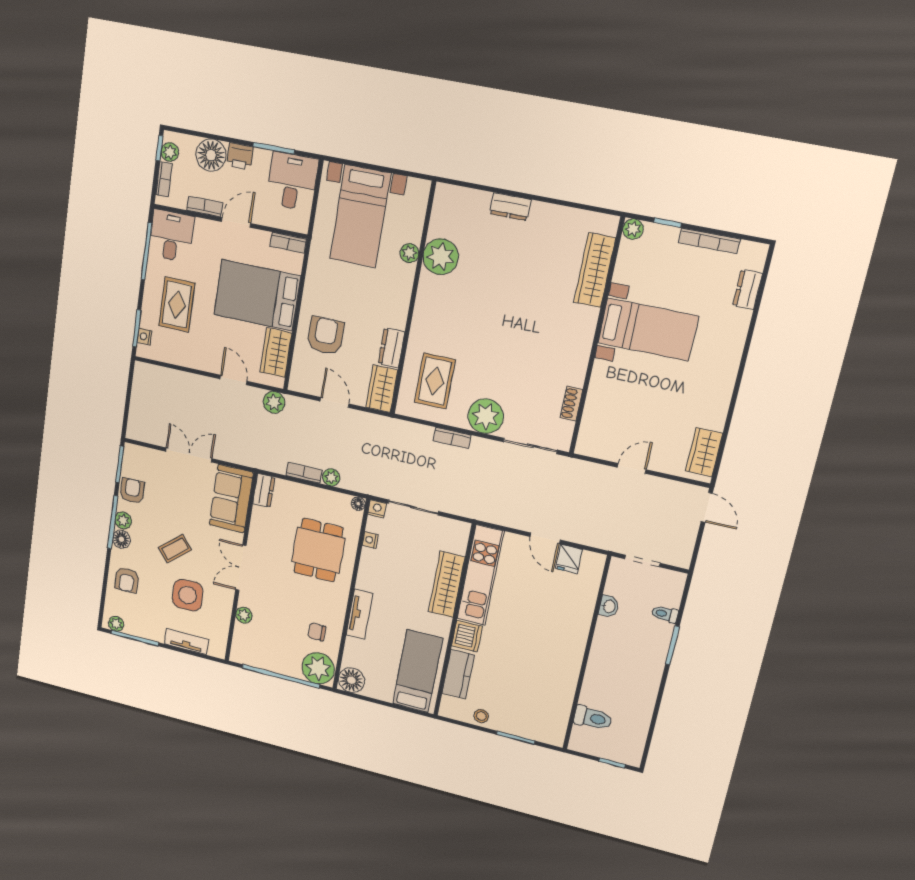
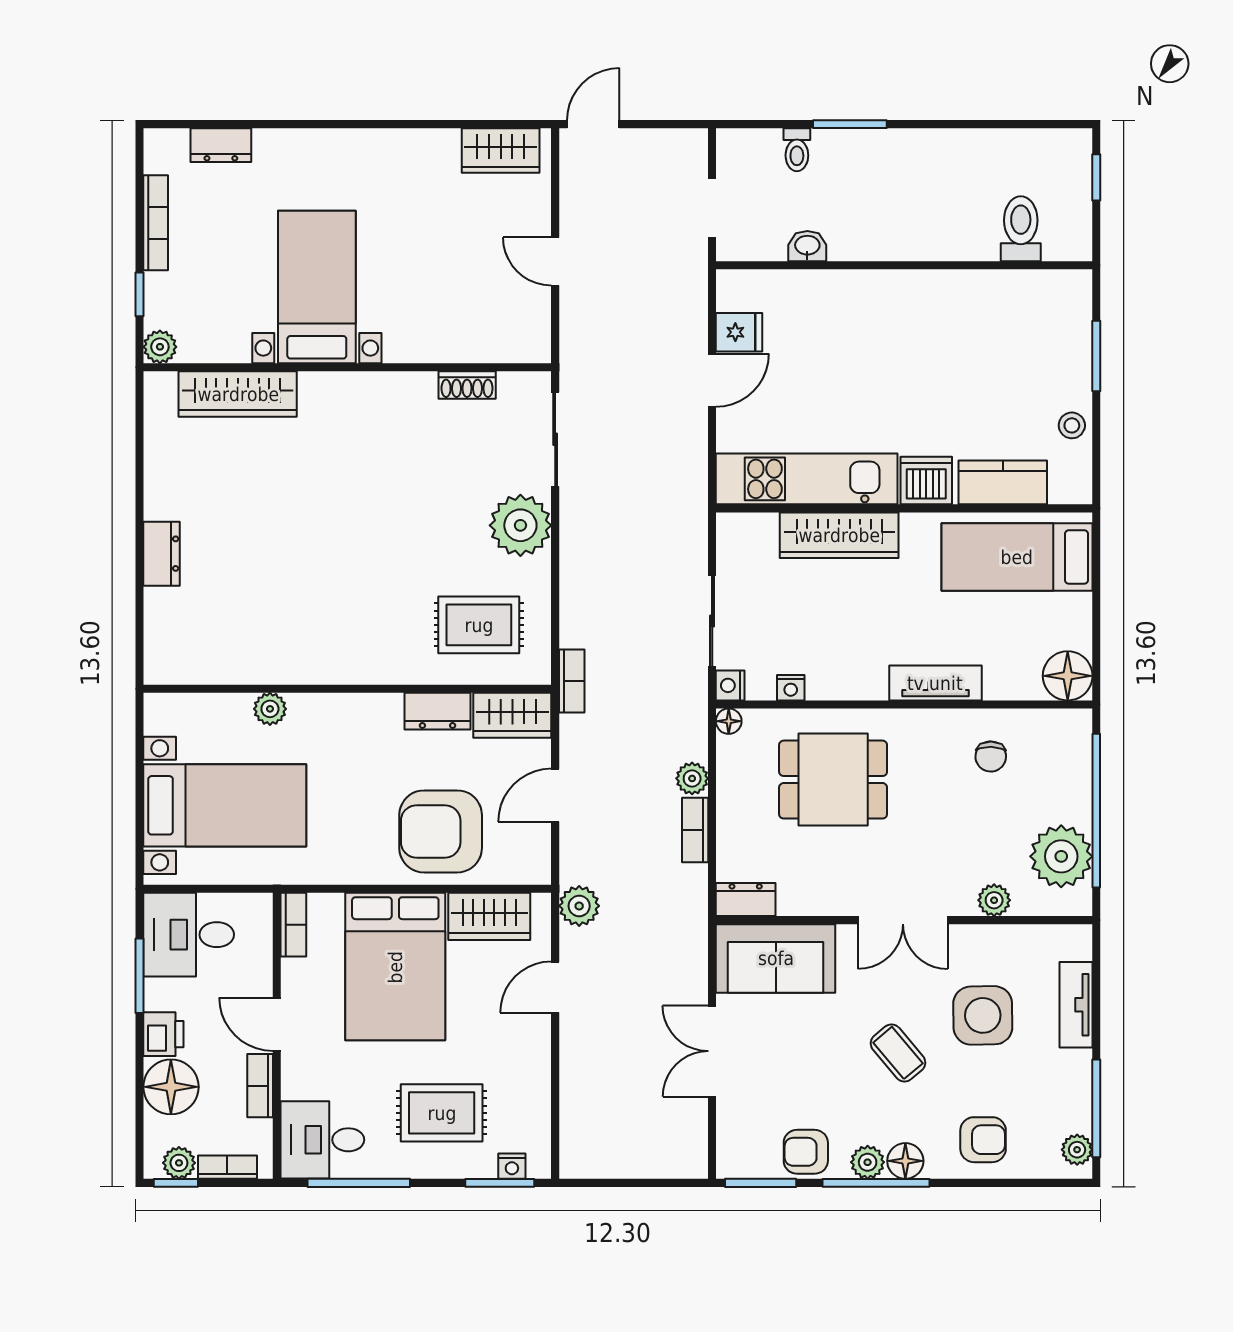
plant: (441, 257) -> (266, 654), removed
armchair: (326, 336) -> (441, 831), width x1.36, depth x1.36
bookcase: (452, 438) -> (572, 681), moved
plant: (318, 668) -> (1061, 856), moved

